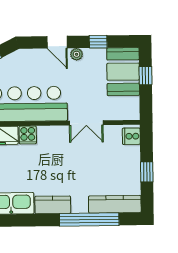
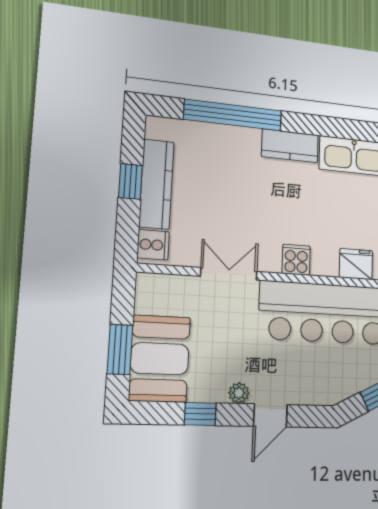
door: (57, 42) -> (270, 415), swing flipped
window: (146, 76) -> (120, 349), width x1.50
cooker: (28, 135) -> (296, 260), moved
kitchen counter: (115, 204) -> (157, 184), moved, turned -90

